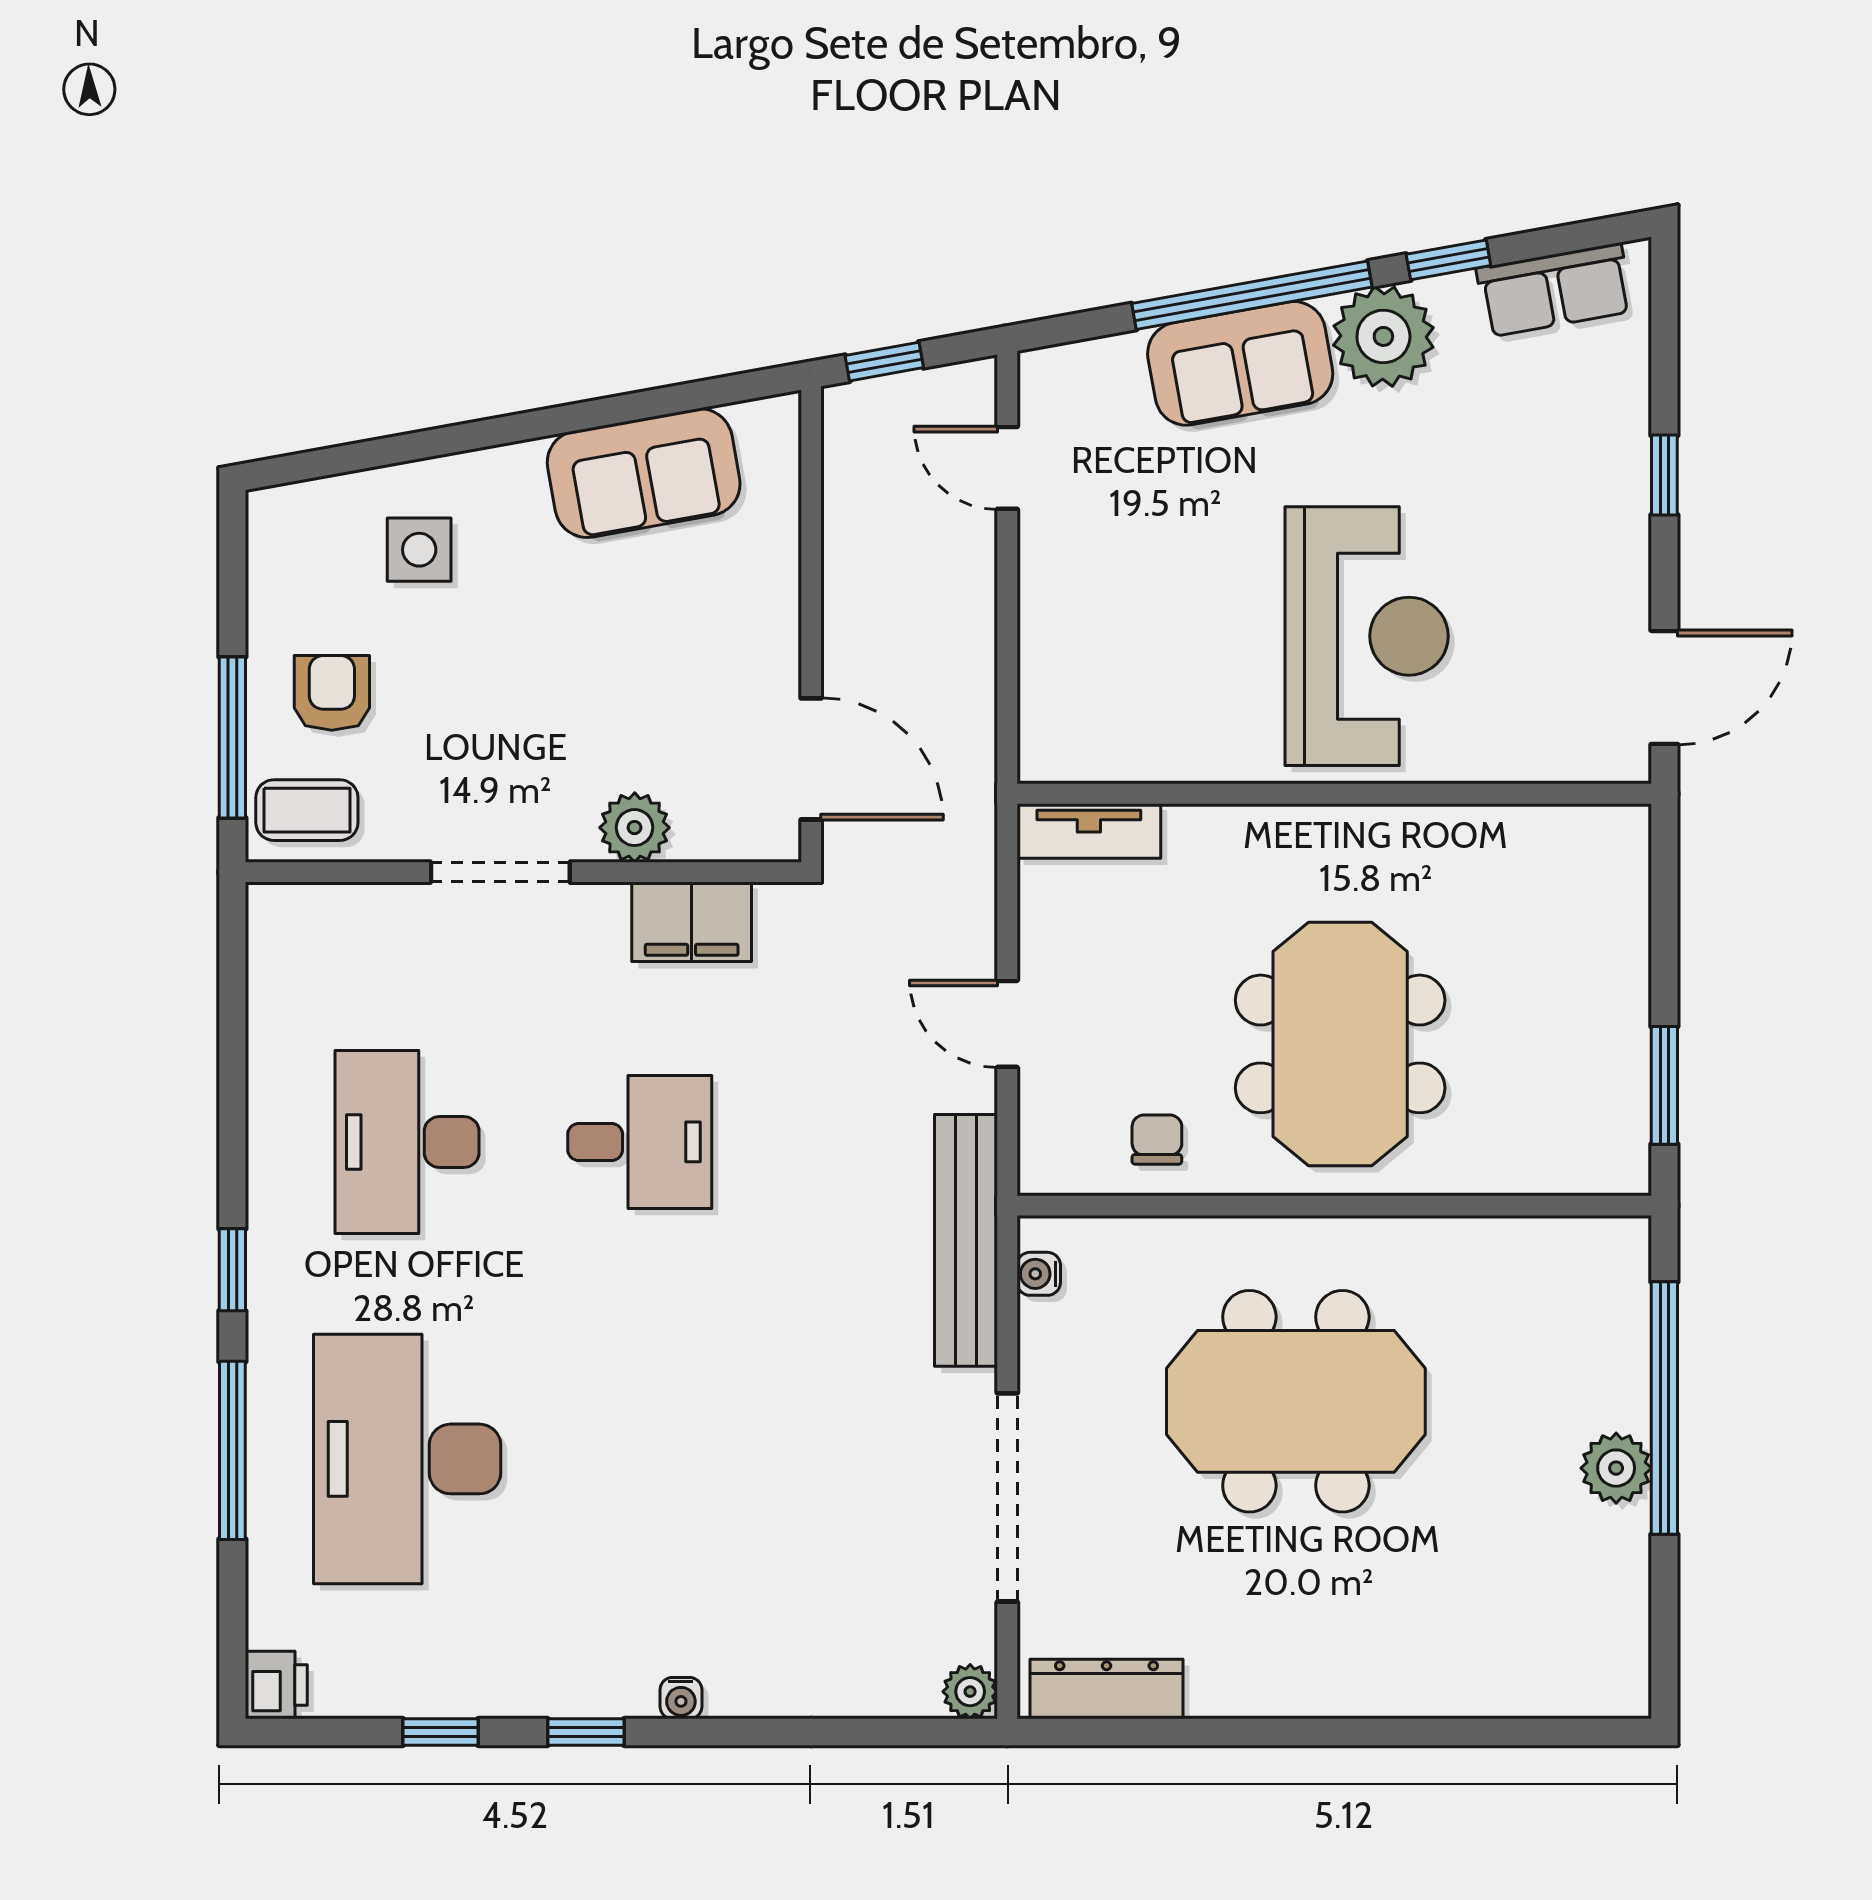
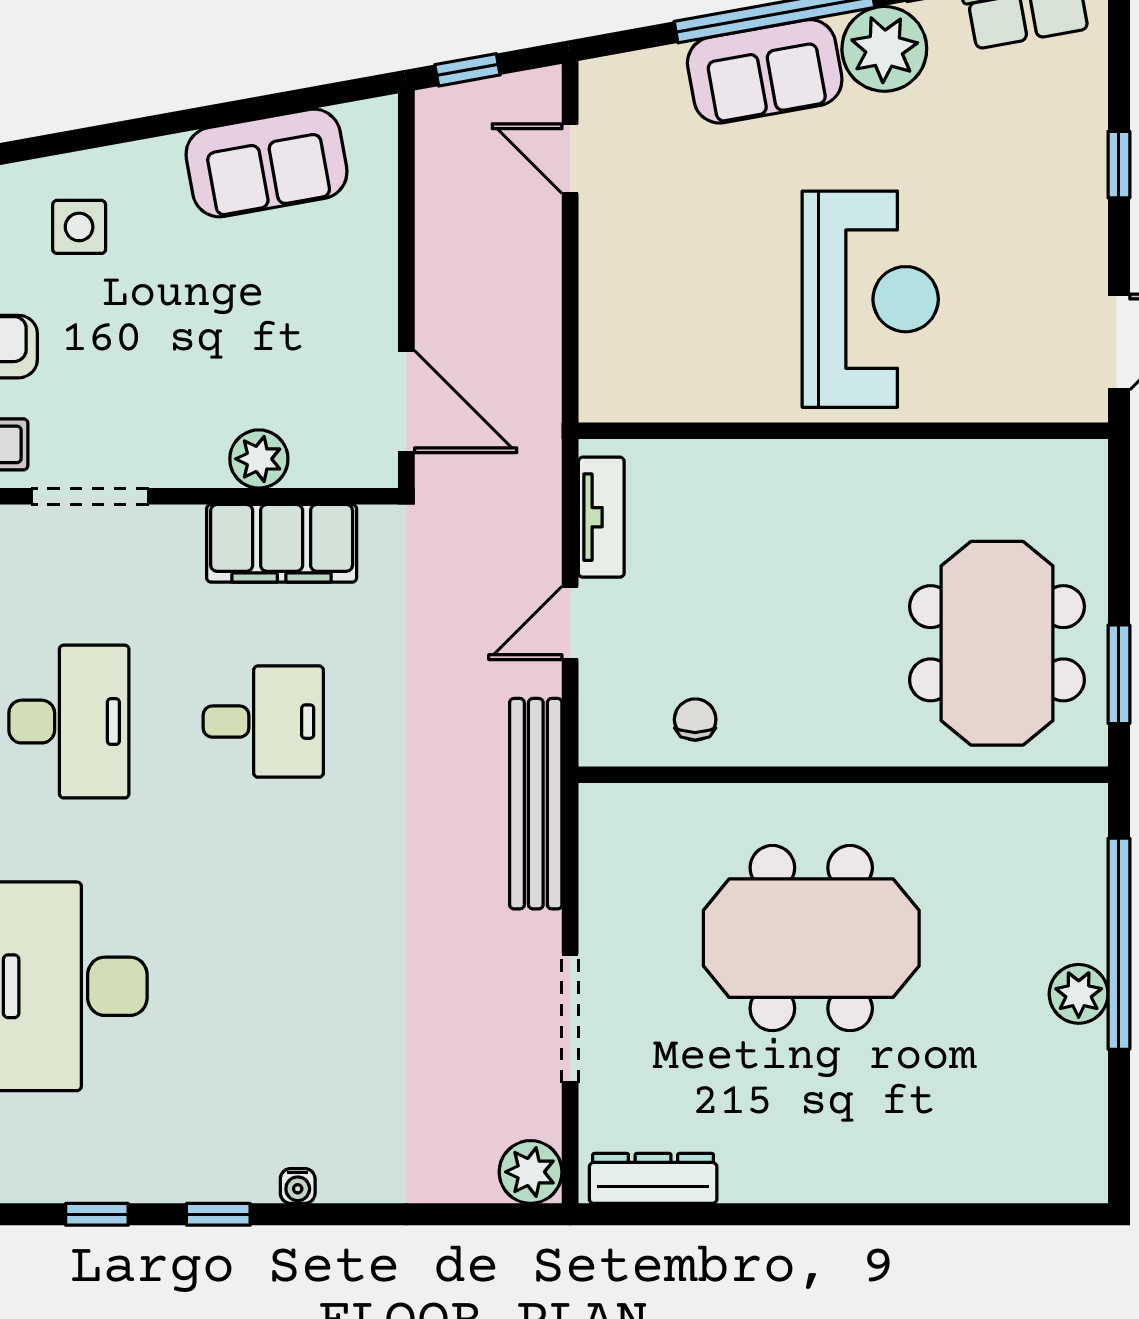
tv unit: (1089, 831) -> (601, 517), moved, turned -90
doorway: (500, 872) -> (90, 496), moved
filing cabinet: (692, 922) -> (282, 543), width x1.50, depth x1.17
door: (1007, 1024) -> (570, 623), hinge flipped
meeting table: (1340, 1044) -> (997, 643), moved
desk: (407, 1142) -> (69, 722), turned 180
water cooler: (1039, 1274) -> (596, 832), removed
doorway: (1007, 1497) -> (570, 1018), width x0.73
plant: (970, 1692) -> (531, 1172), width x1.38, depth x1.38

